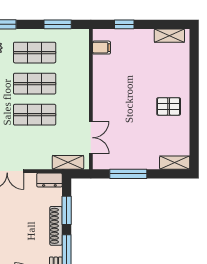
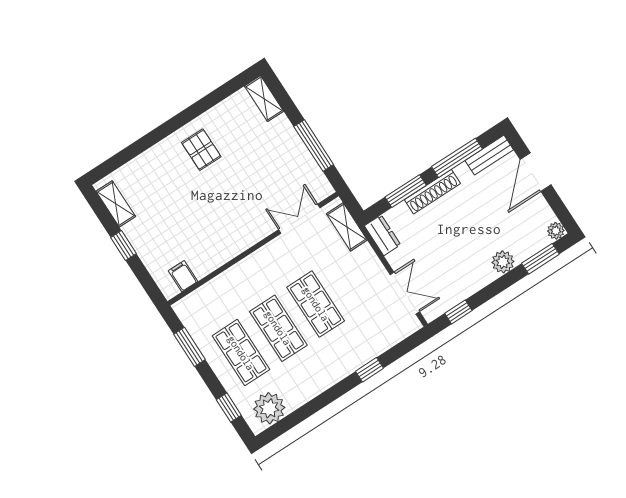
window: (124, 24) -> (124, 245), moved

